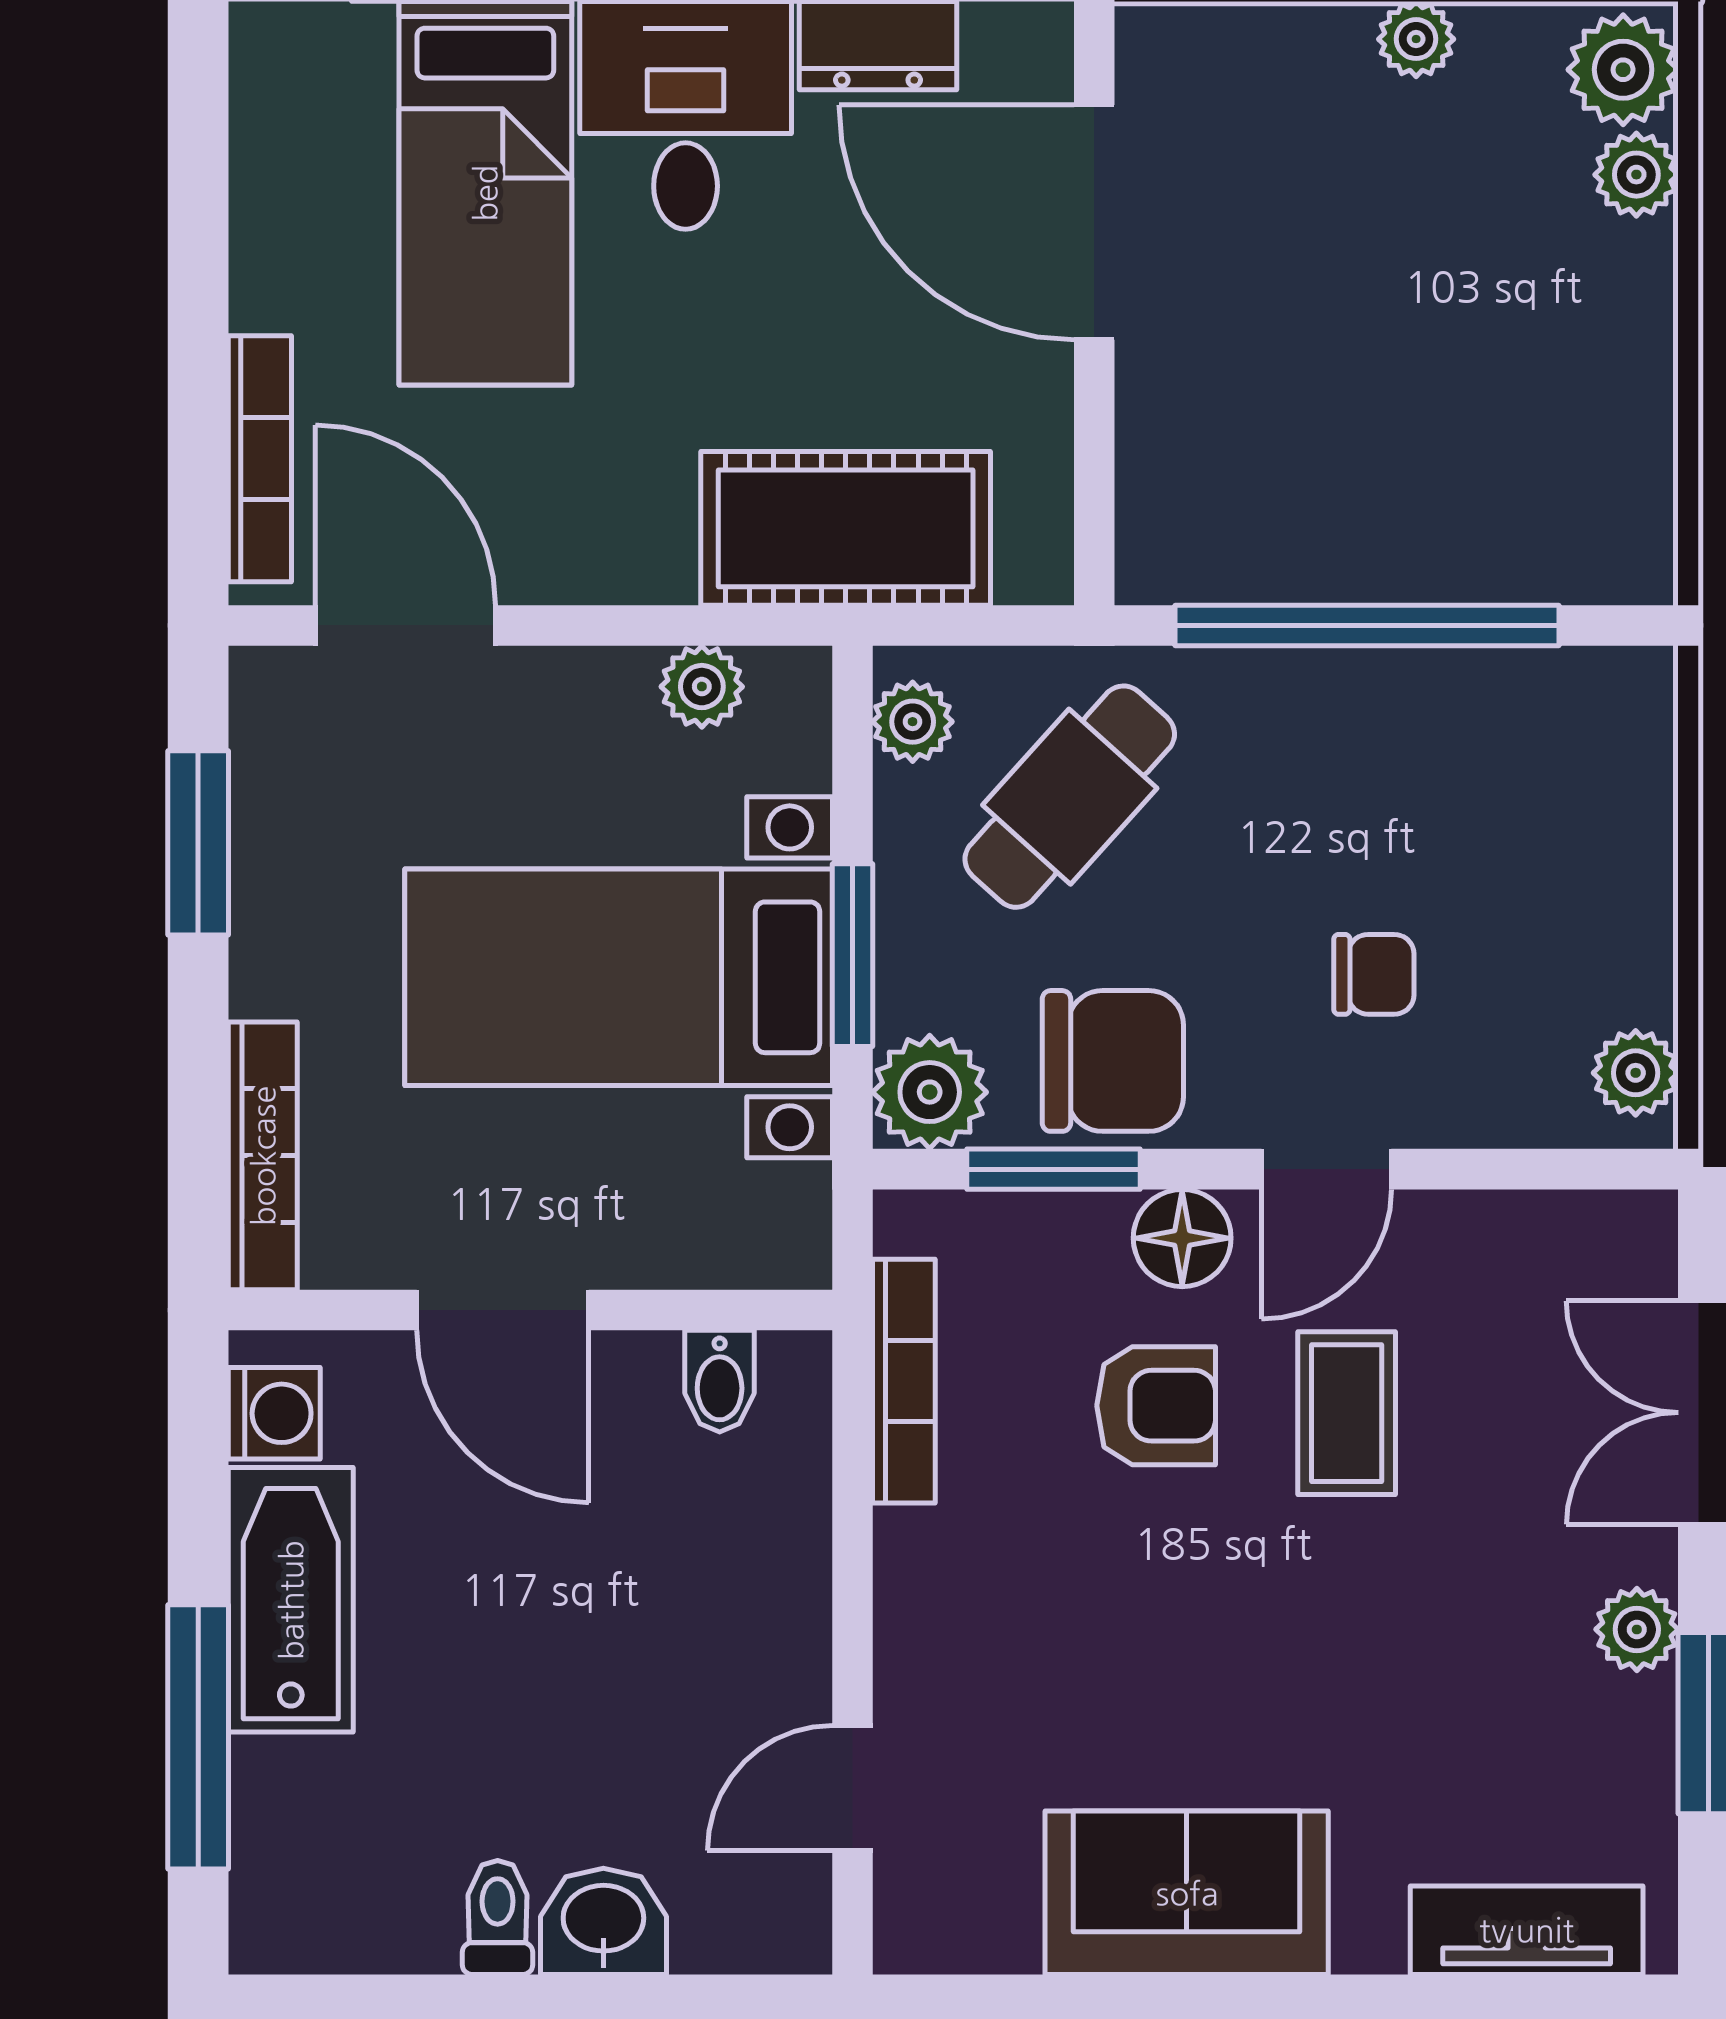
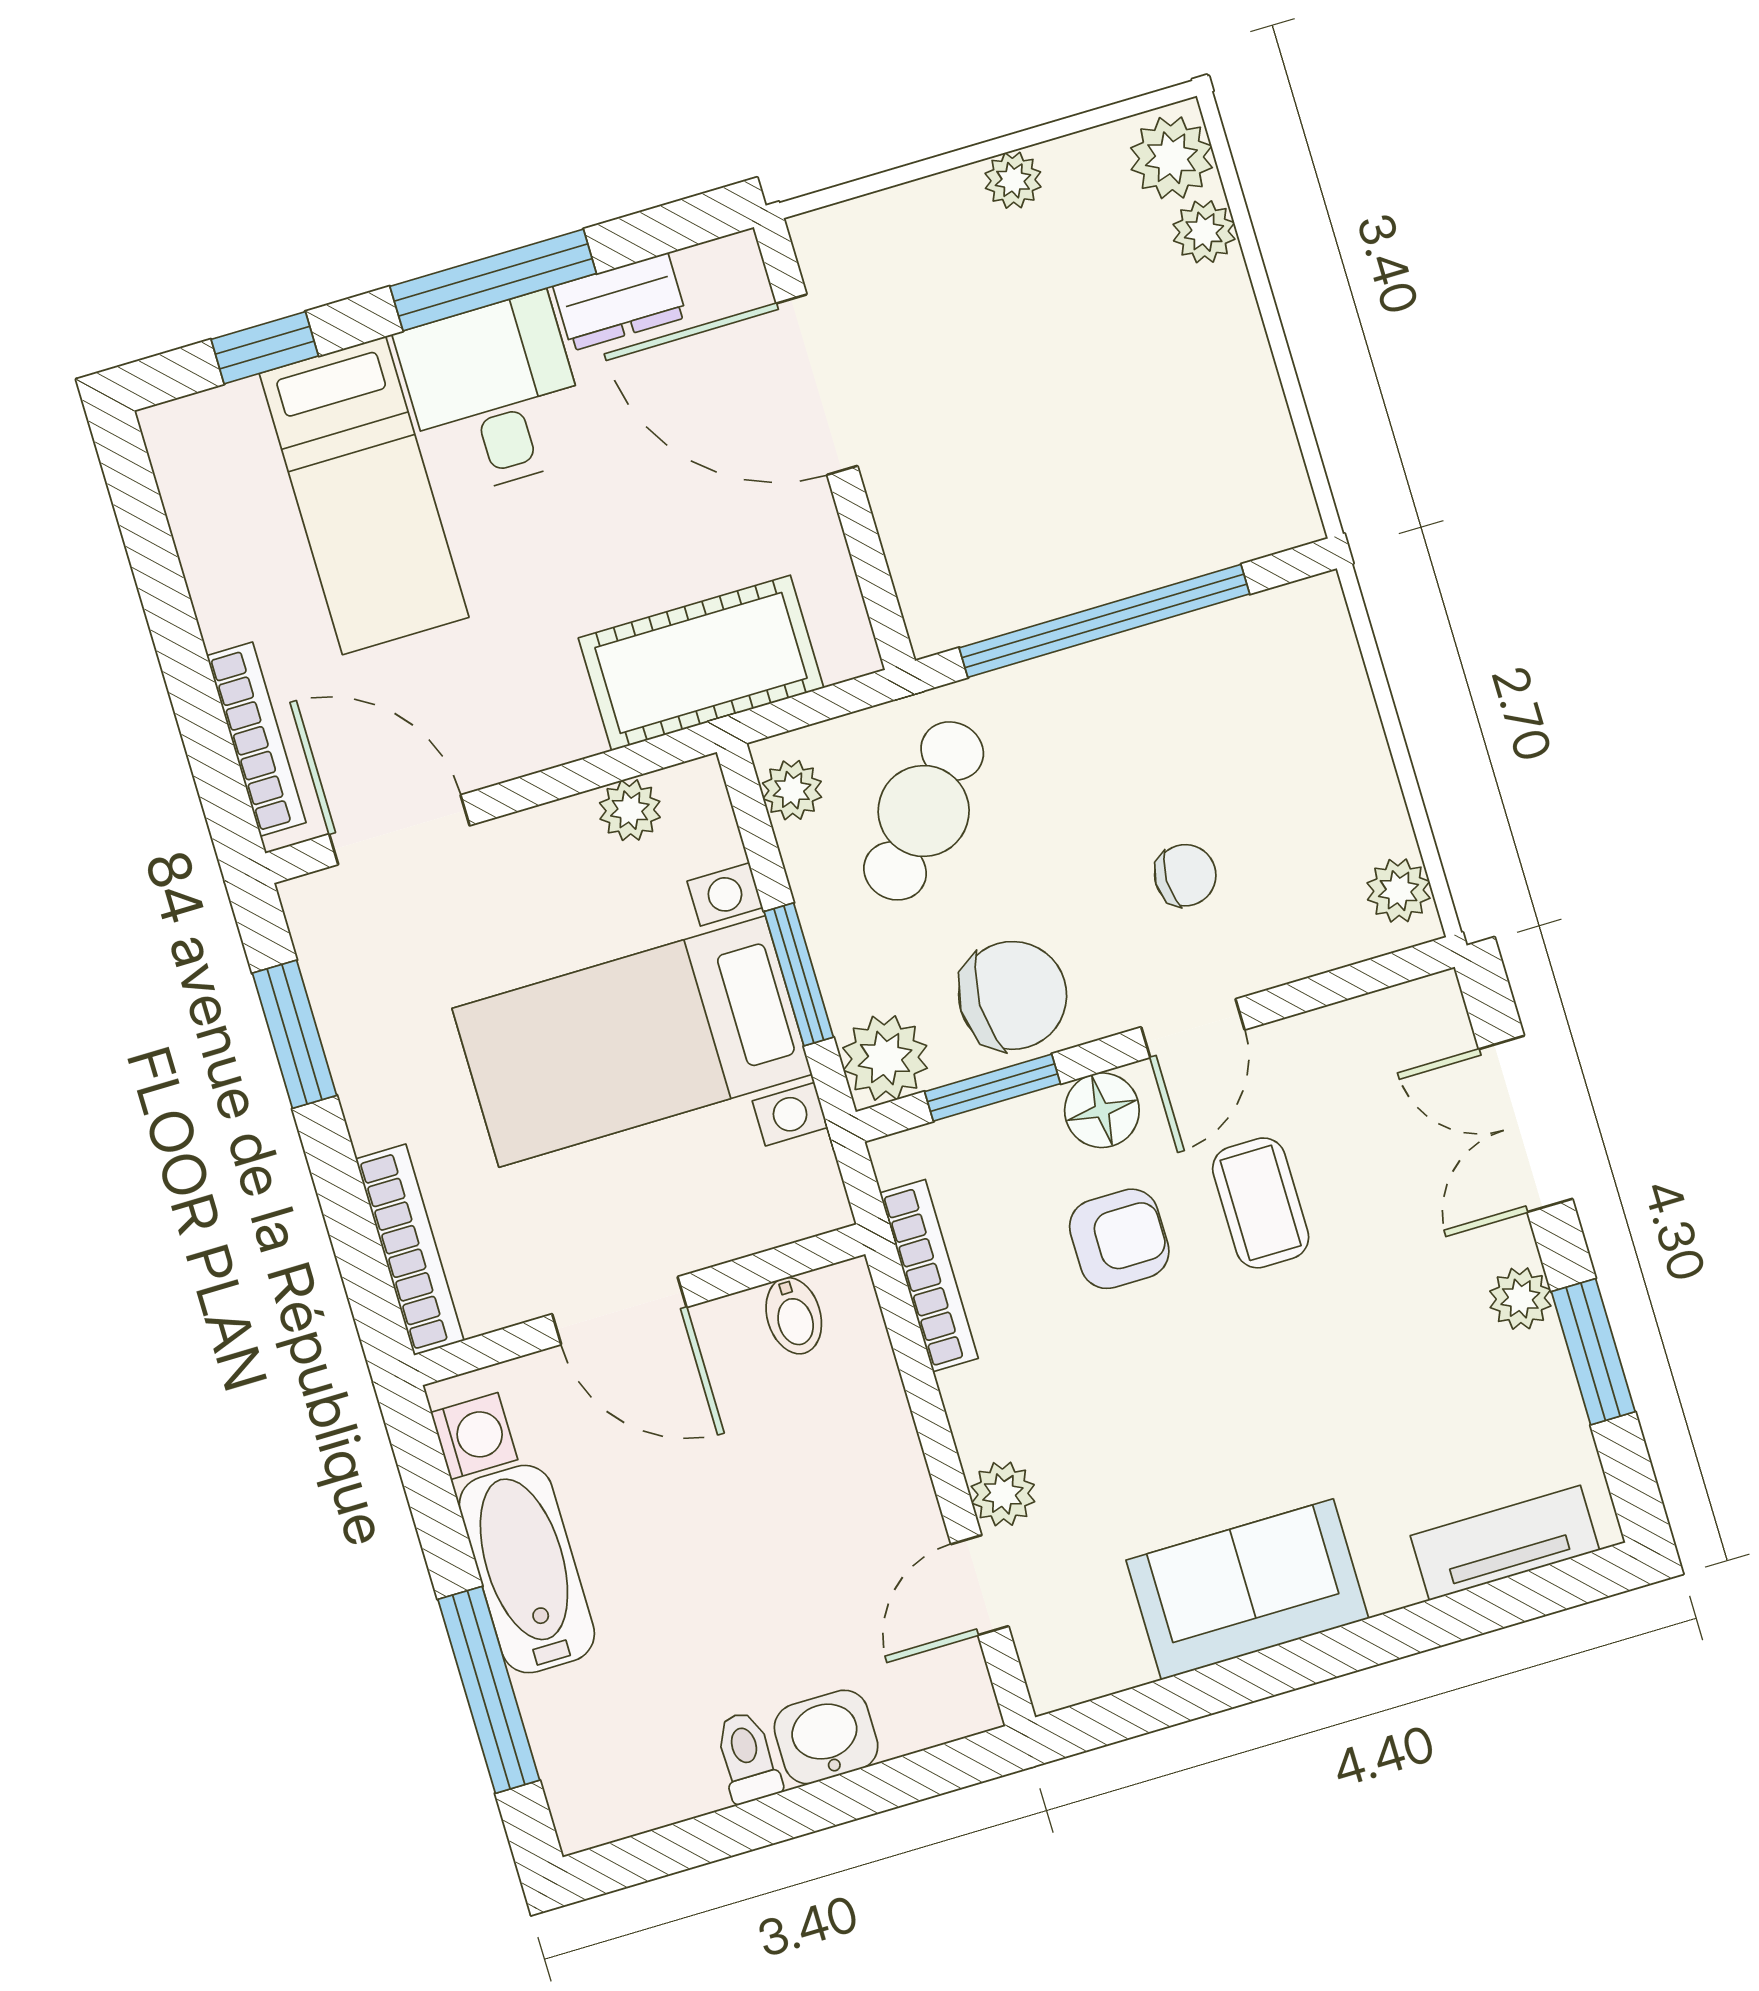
plant: (916, 1682) -> (1003, 1494), added

